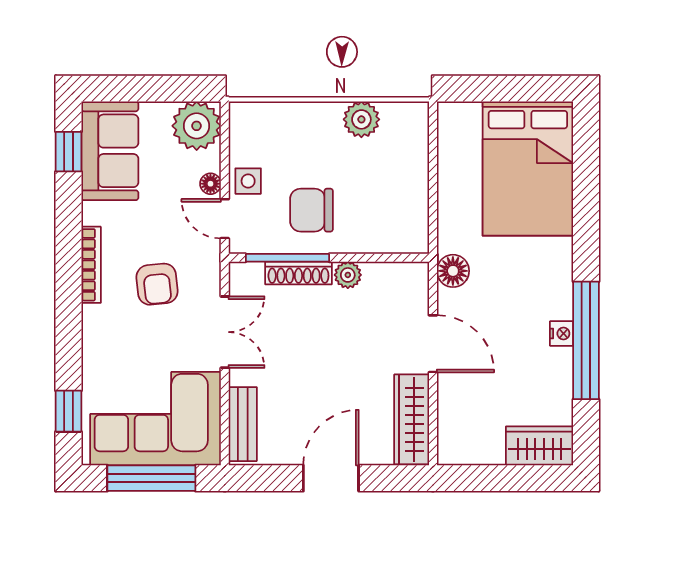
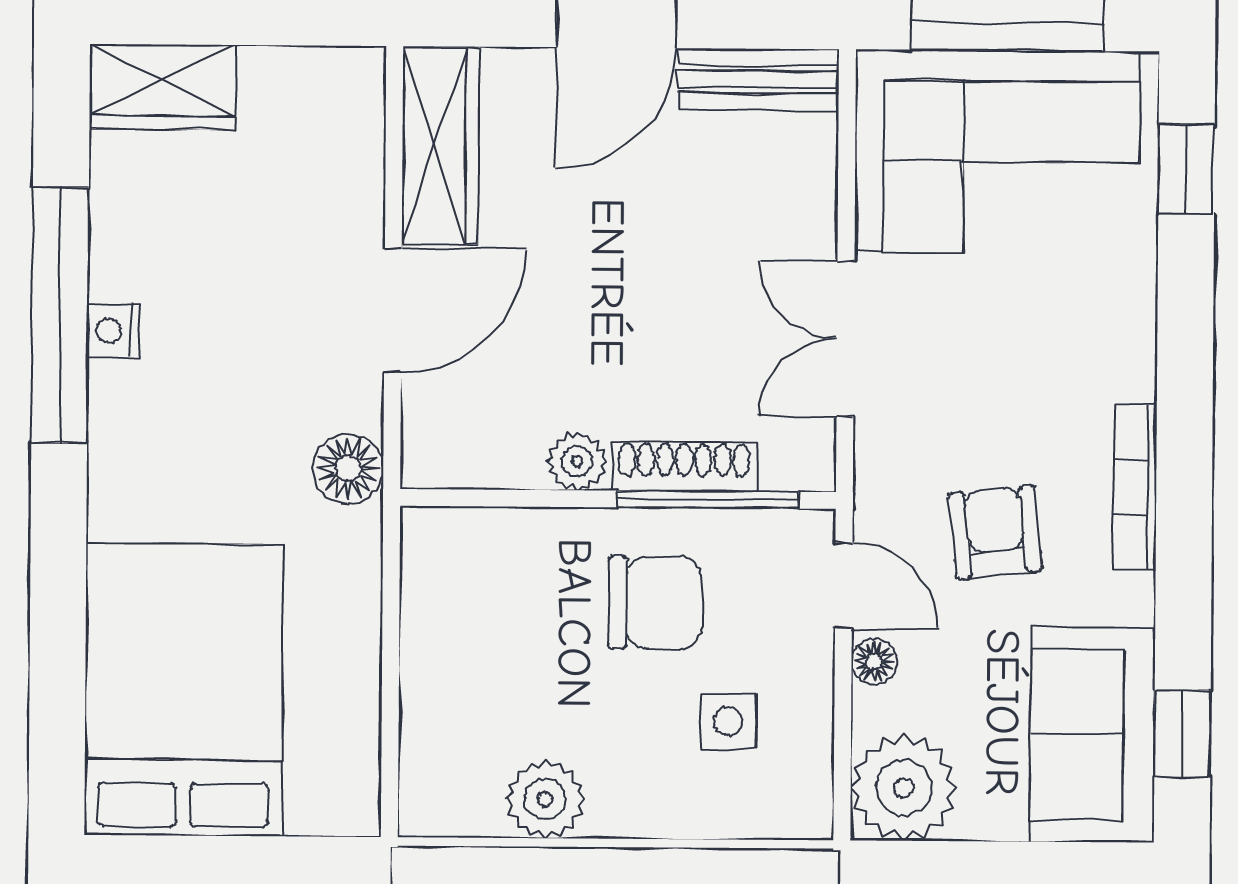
side table: (248, 181) -> (728, 721), moved
armchair: (157, 284) -> (995, 532), moved
door: (433, 344) -> (393, 310), swing flipped
bench: (243, 424) -> (758, 79), moved, turned 90

